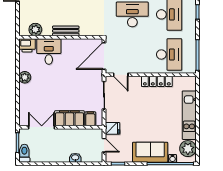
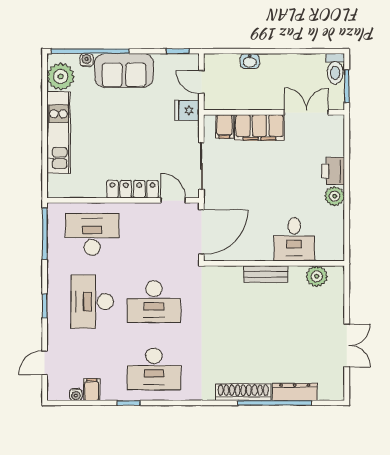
printer: (27, 45) -> (333, 171), moved, turned -90
desk: (169, 54) -> (92, 234), turned 90
locker: (157, 81) -> (132, 189), moved
double door: (42, 127) -> (306, 112), swing flipped

